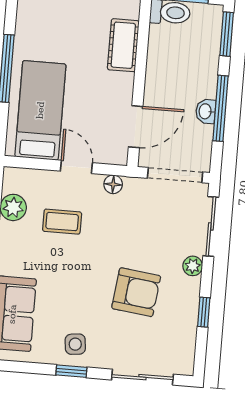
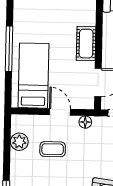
cot: (123, 45) -> (86, 44), moved

